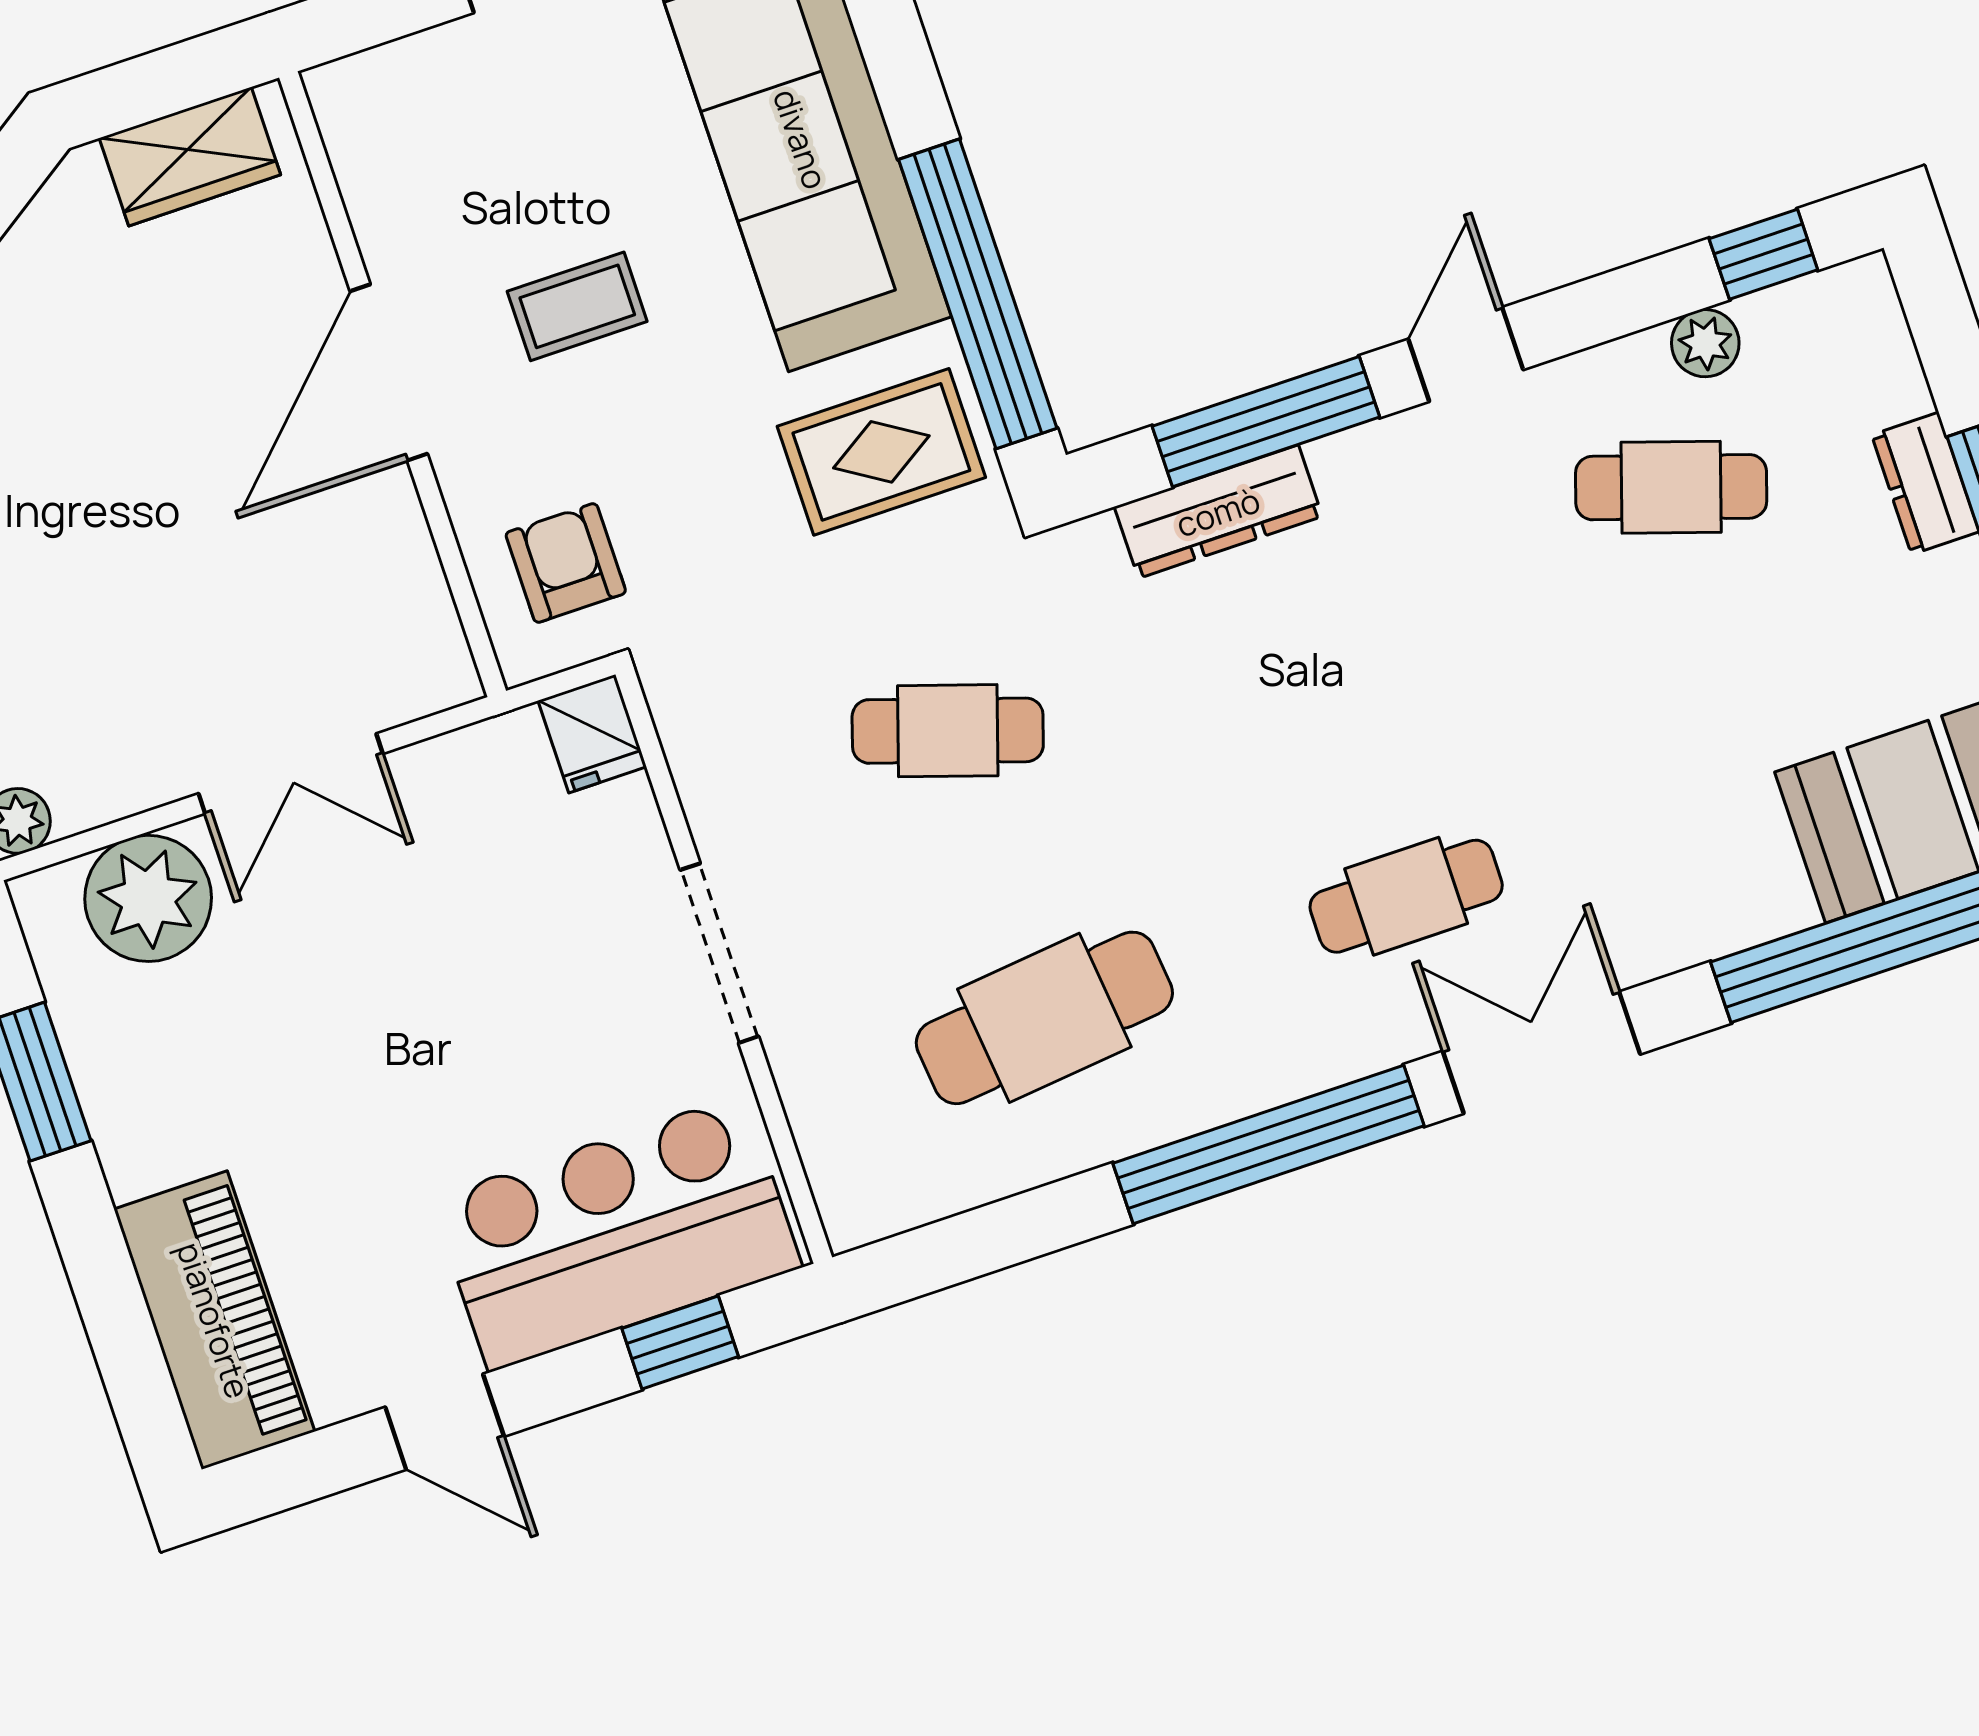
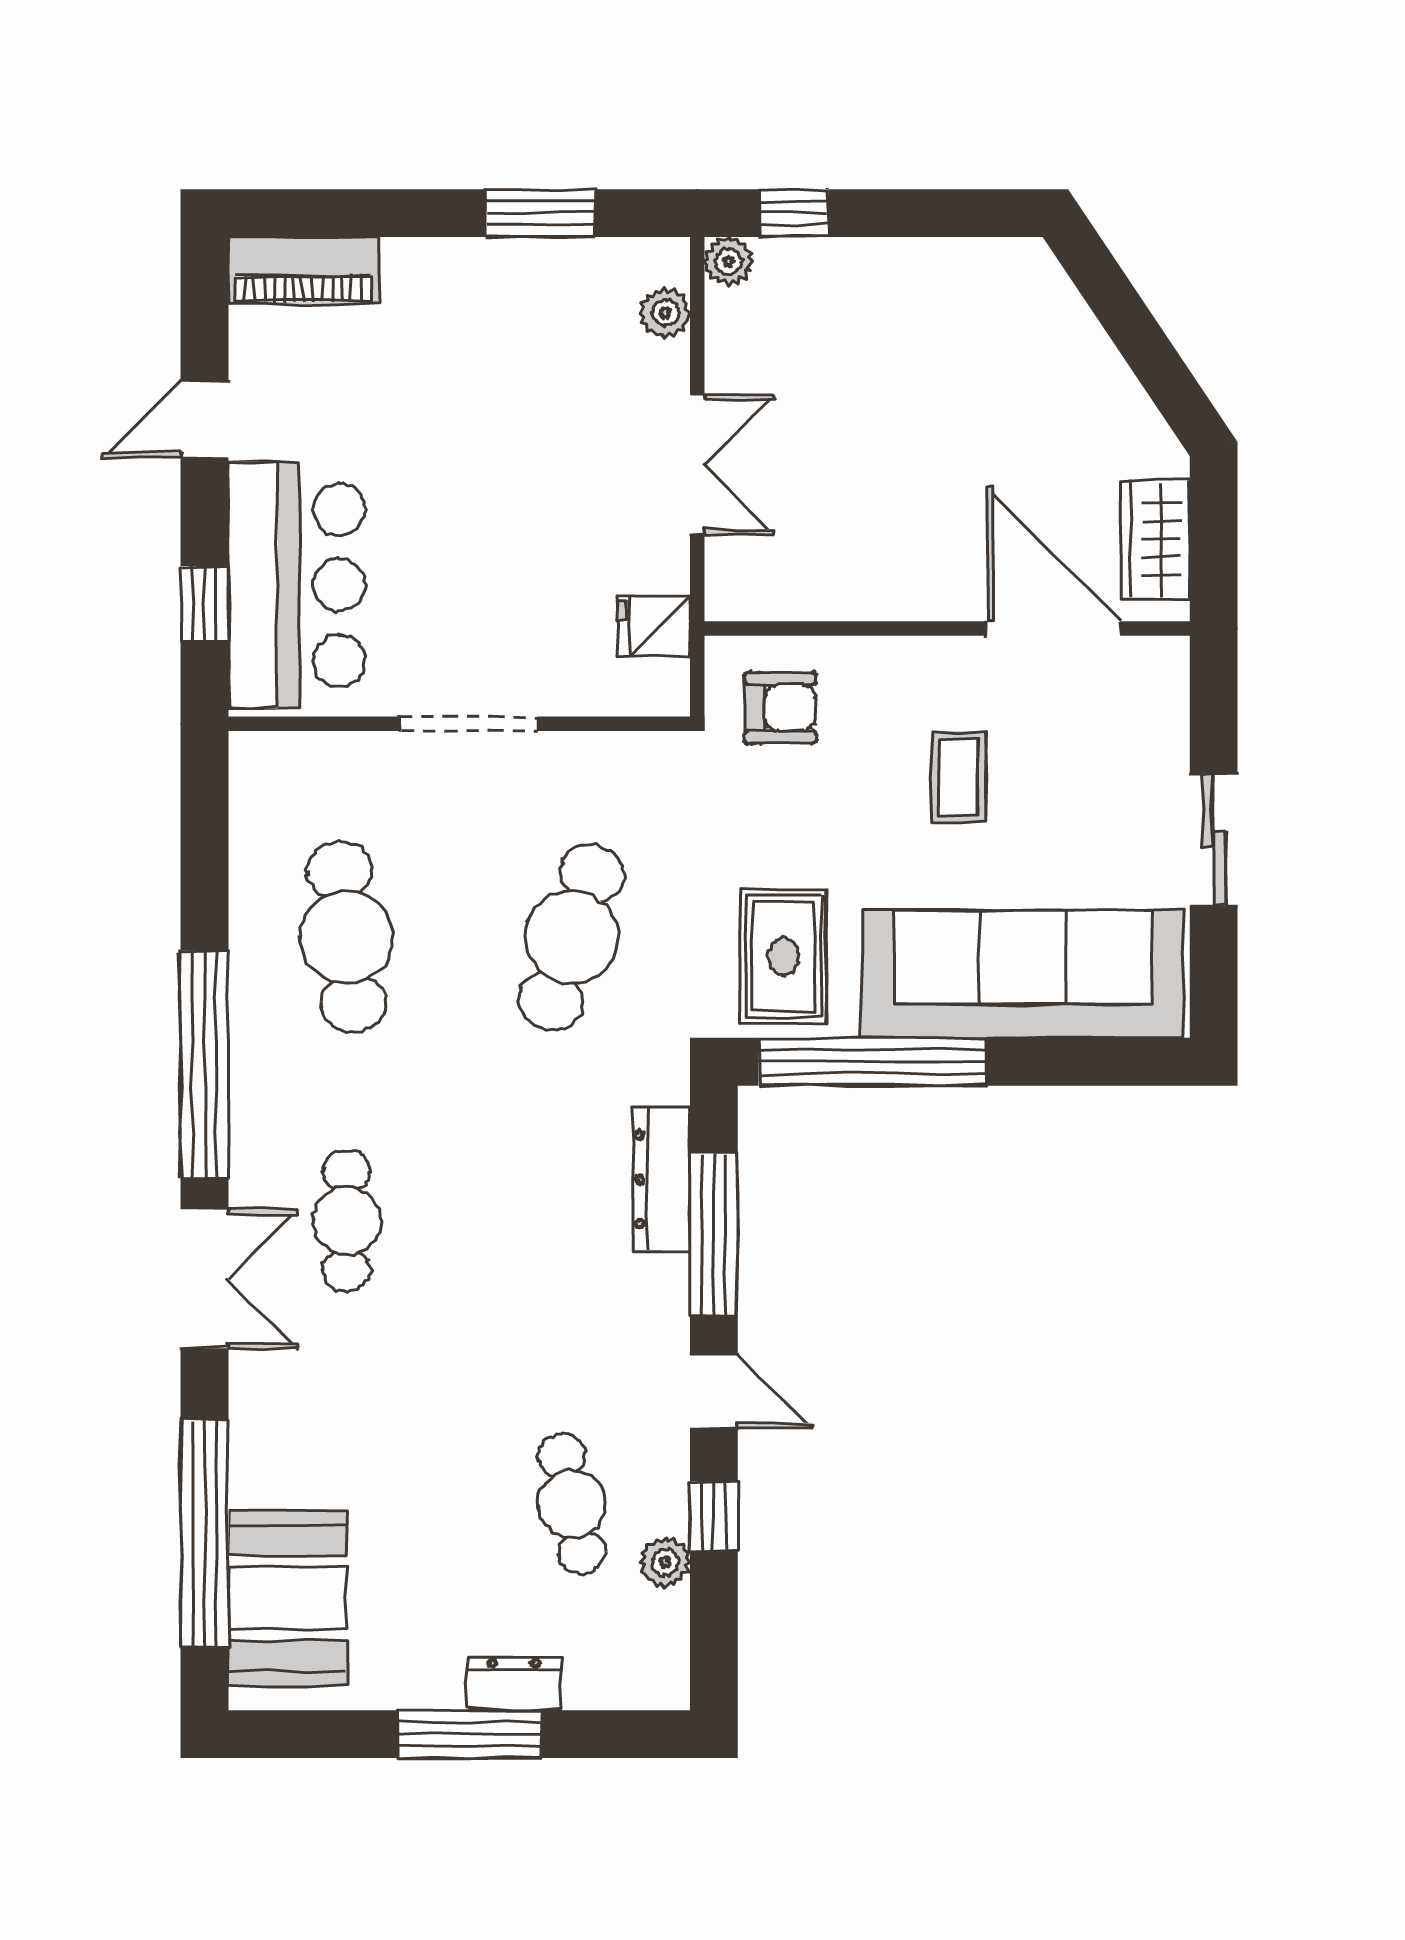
window: (1763, 254) -> (714, 1516), moved
door: (389, 373) -> (1054, 629), moved
cafe table: (1671, 487) -> (572, 1504), turned -30
cafe table: (948, 731) -> (572, 937), width x1.37, depth x1.35
fridge: (592, 734) -> (654, 626), moved
double door: (291, 774) -> (697, 464), swing flipped
plant: (148, 898) -> (665, 313), width x0.53, depth x0.53
piano: (214, 1320) -> (303, 270), width x0.73, depth x0.75

